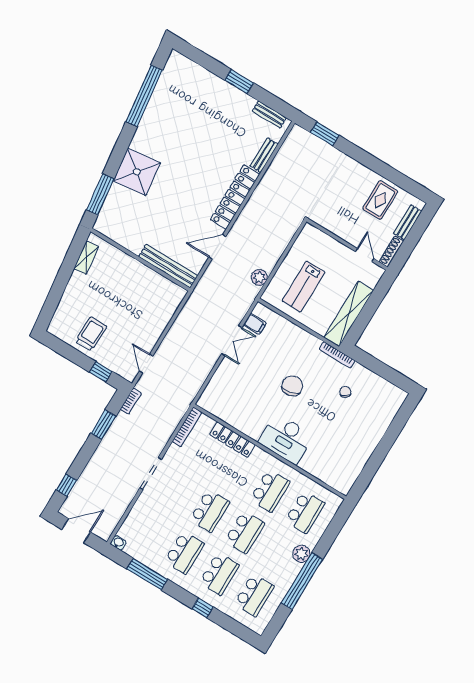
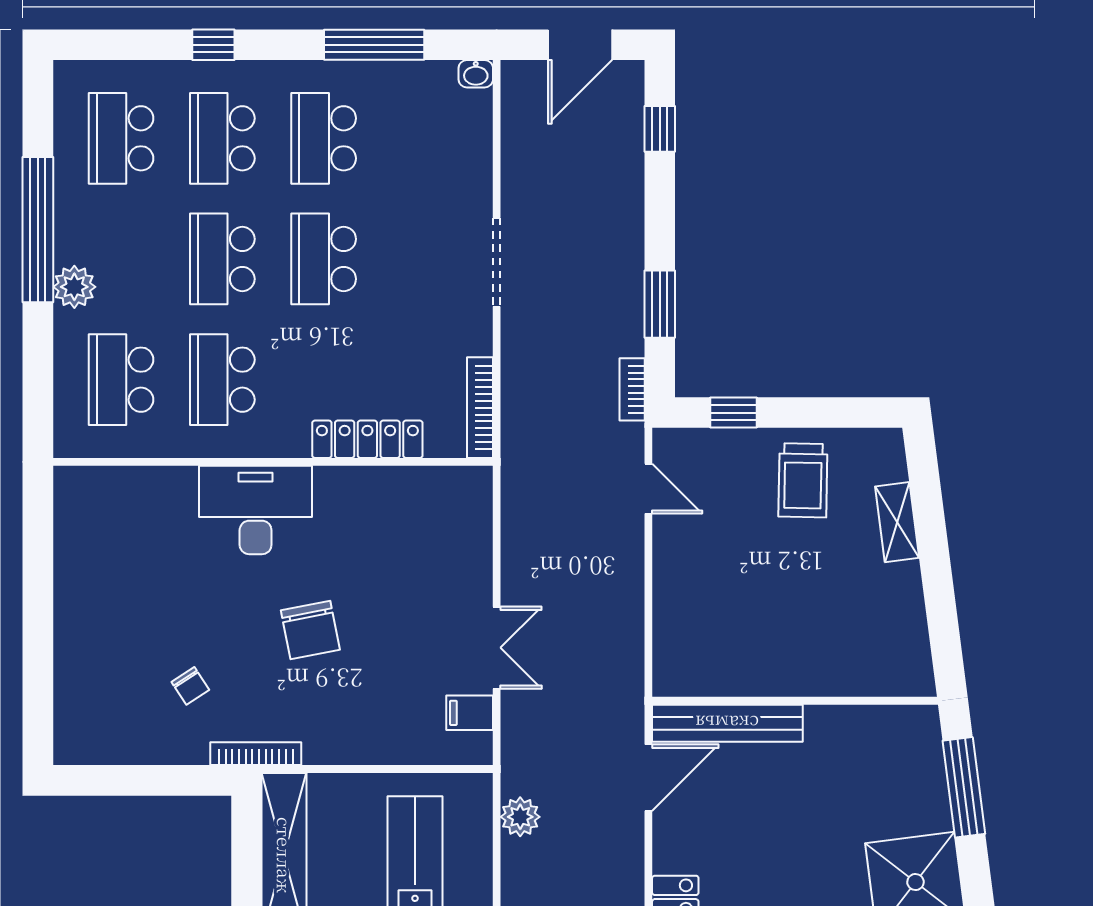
door: (217, 247) -> (648, 778), moved
shelving: (86, 258) -> (897, 522), moved
double door: (232, 341) -> (497, 648), swing flipped

